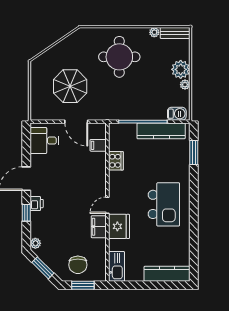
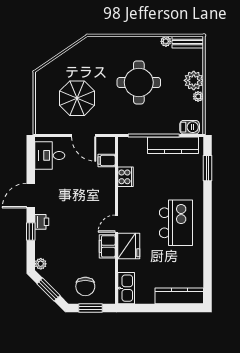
round table: (119, 57) -> (139, 82), moved

